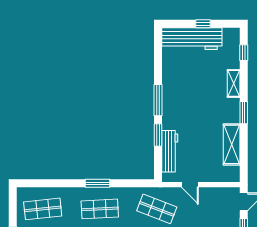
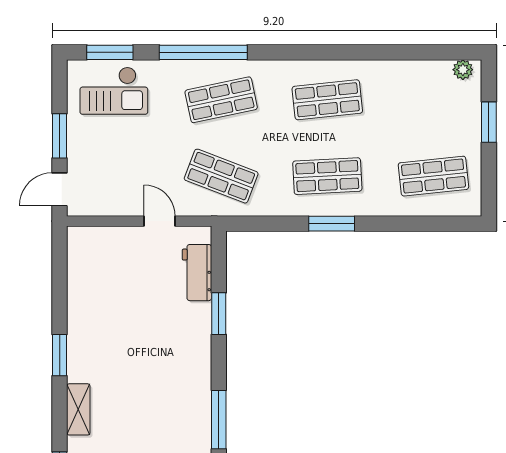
window: (158, 100) -> (219, 420), moved
shelving: (232, 144) -> (82, 296), removed
workbench: (170, 151) -> (197, 273), width x0.73

